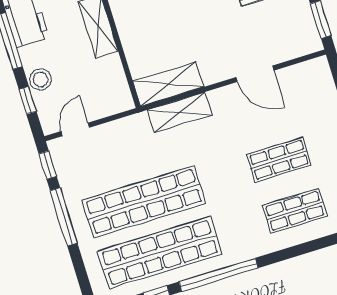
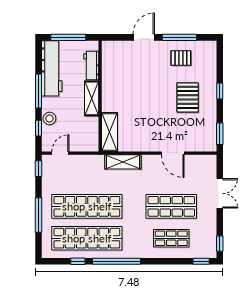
shelving: (168, 84) -> (110, 132), moved, turned 90
shop shelf: (279, 160) -> (171, 206), width x1.43, depth x1.36
window: (64, 217) -> (38, 215), moved

